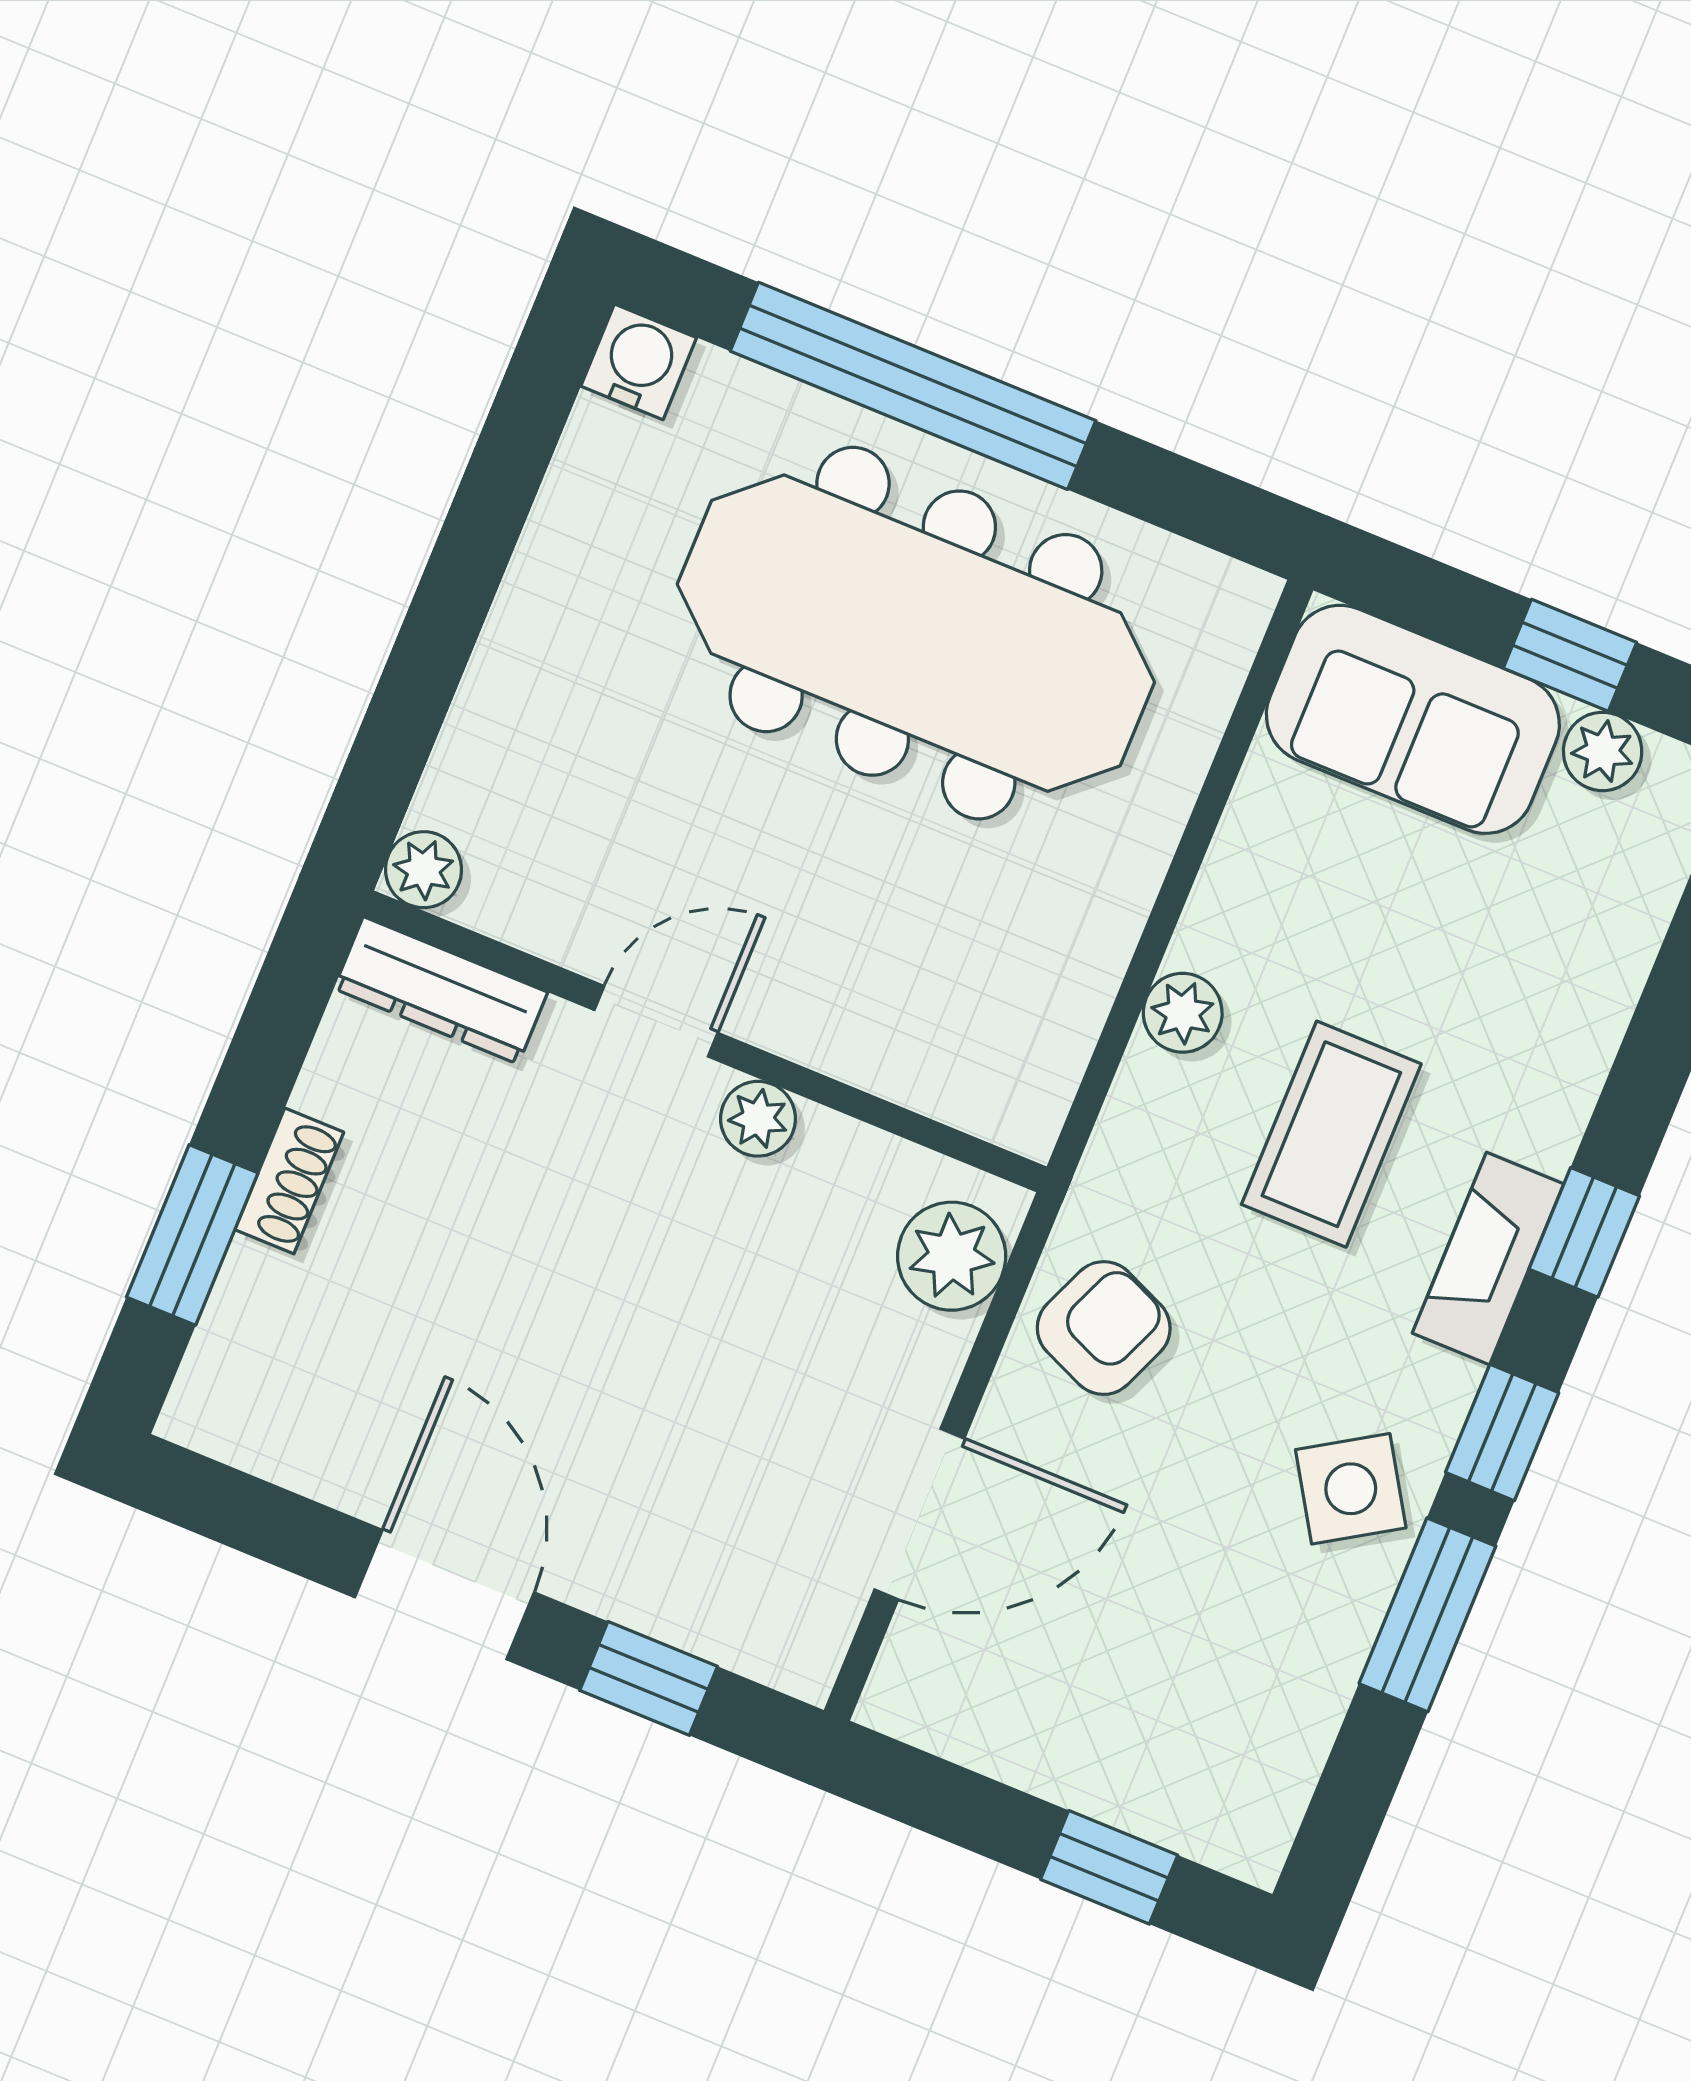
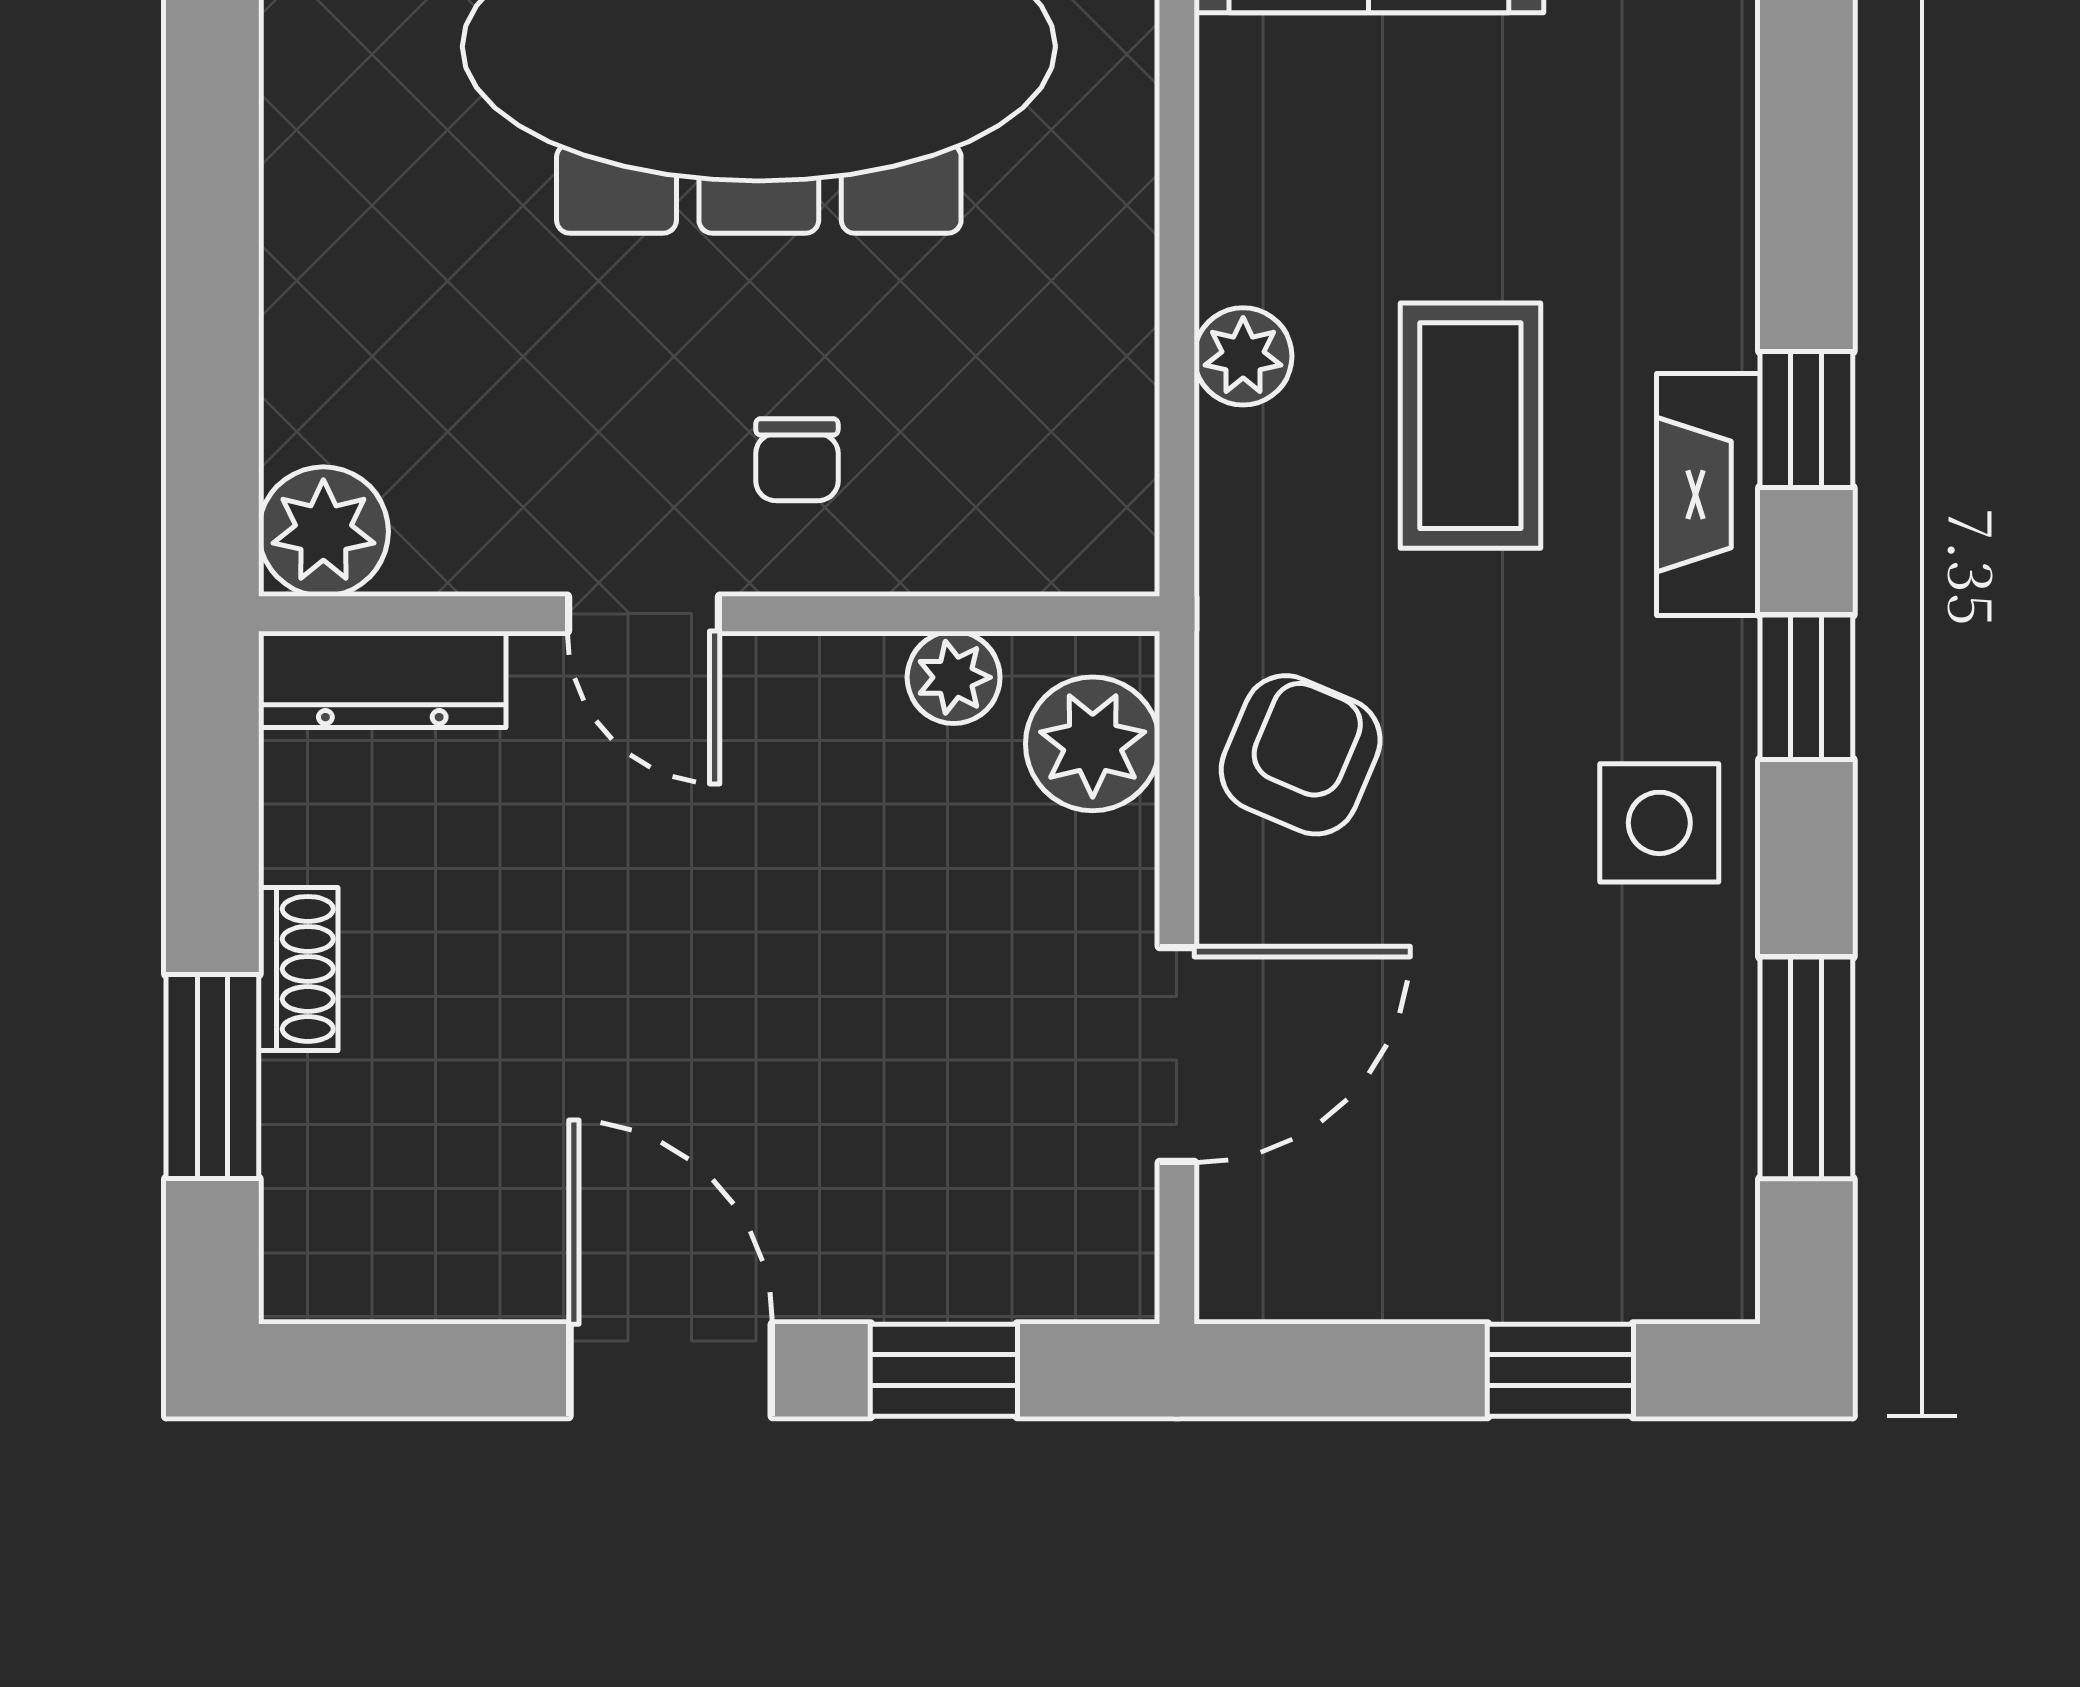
plant: (424, 870) -> (323, 532), width x1.38, depth x1.38
chair: (818, 953) -> (797, 460), added
door: (656, 1021) -> (643, 614), swing flipped
plant: (758, 1119) -> (954, 677), moved
side table: (1351, 1489) -> (1659, 823), turned 32
window: (1427, 1615) -> (1806, 1068), moved

